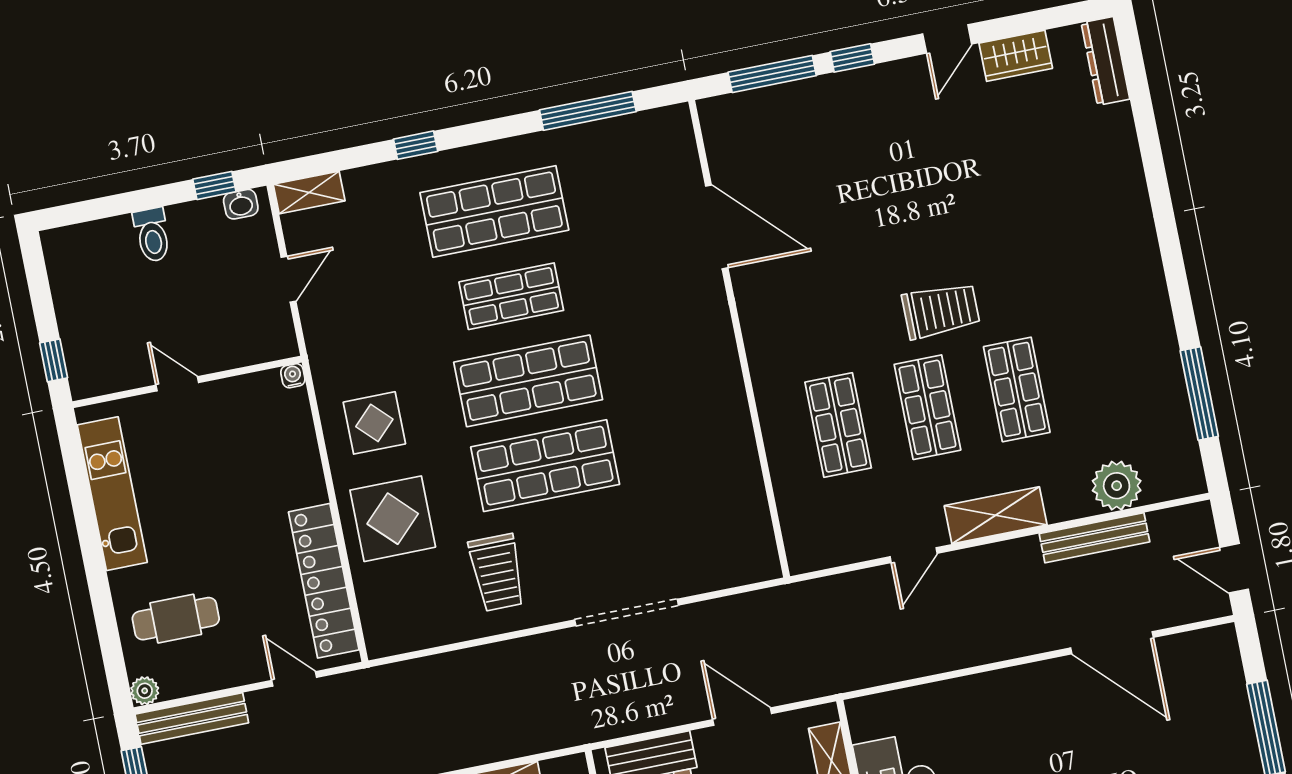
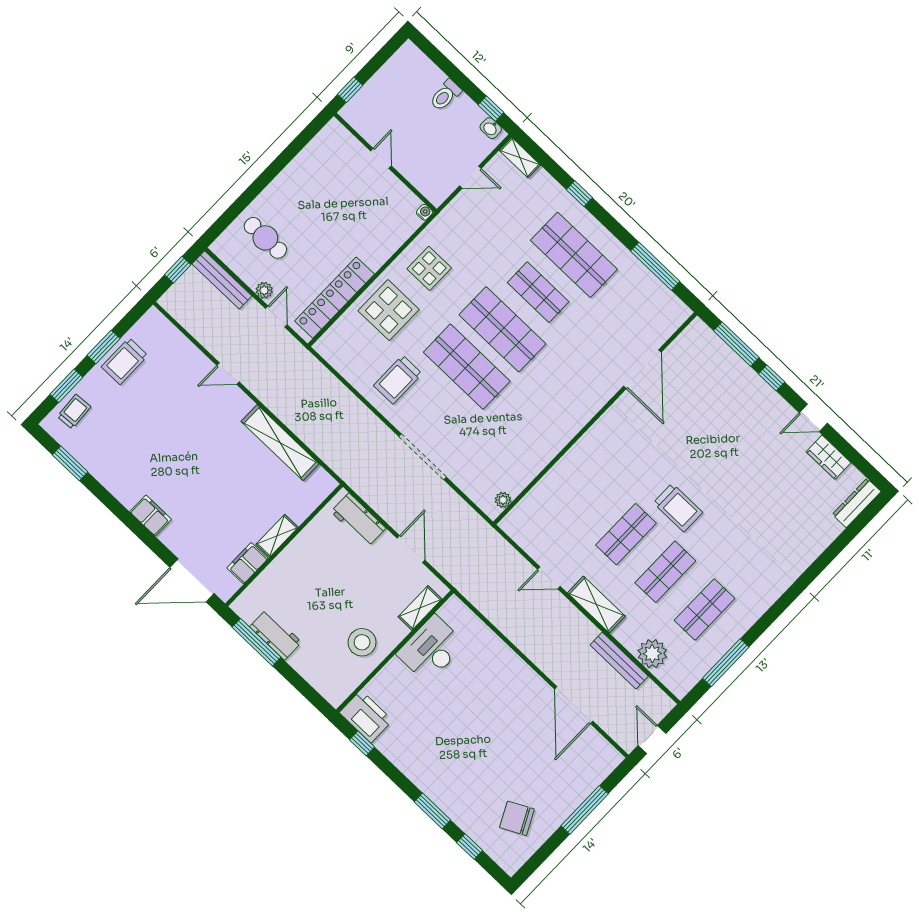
shop shelf: (838, 425) -> (705, 609), moved
kitchen unit: (112, 494) -> (305, 164), removed
plant: (763, 543) -> (503, 500), added
plant: (145, 691) -> (264, 290), moved

